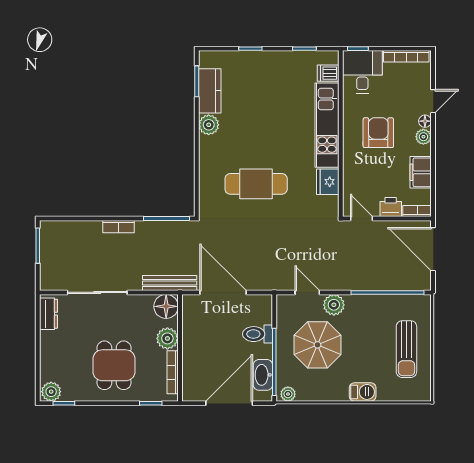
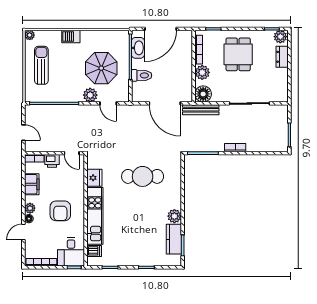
door: (433, 249) -> (23, 133), width x0.53
dresser: (49, 314) -> (282, 57), moved
plant: (288, 394) -> (30, 35), moved

